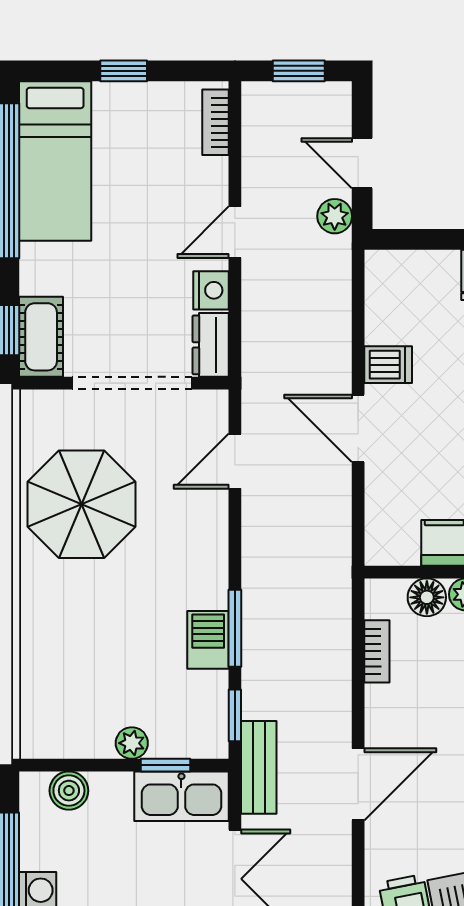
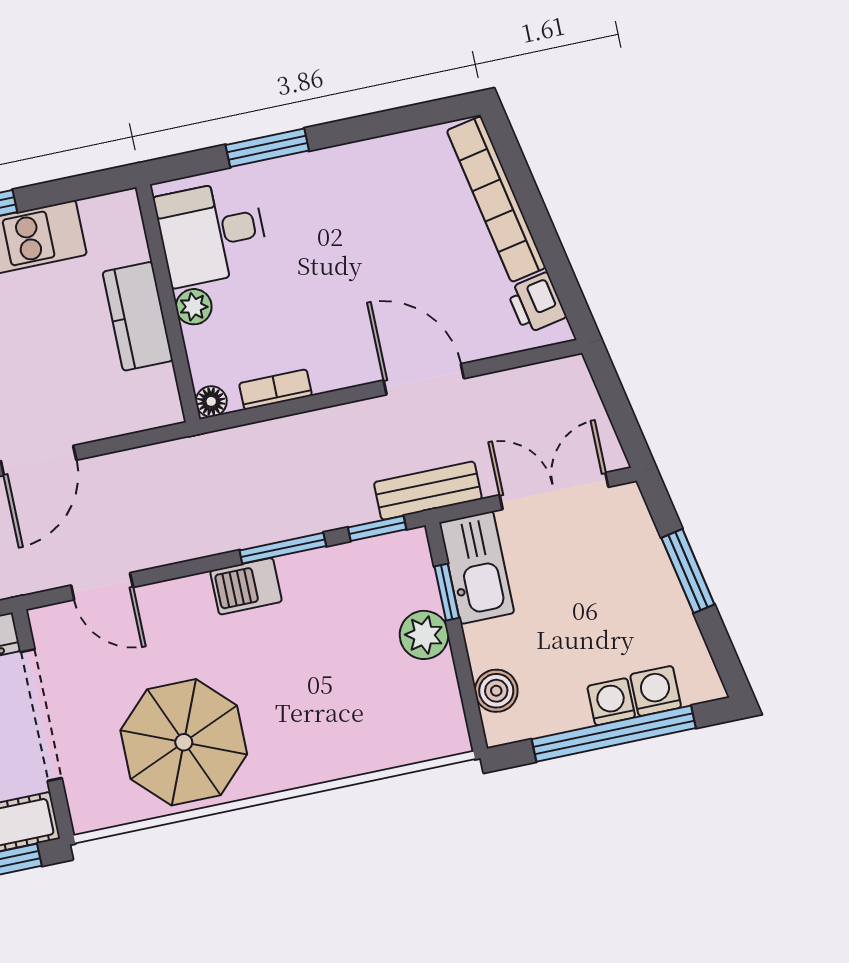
floor lamp: (427, 597) -> (211, 401), moved, width x0.73, depth x0.73
barbecue: (208, 640) -> (246, 586), moved
plant: (132, 743) -> (424, 635), width x1.38, depth x1.38

